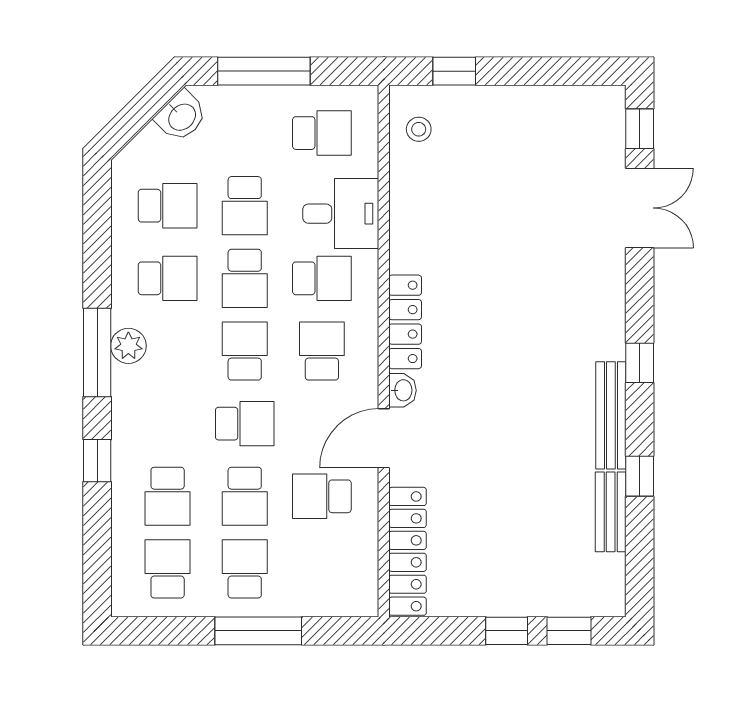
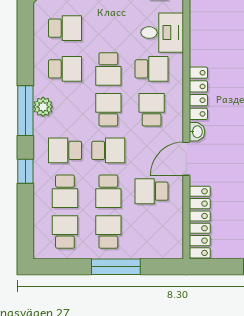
school desk: (245, 206) -> (65, 150), moved, turned 90

